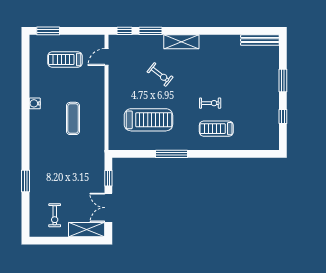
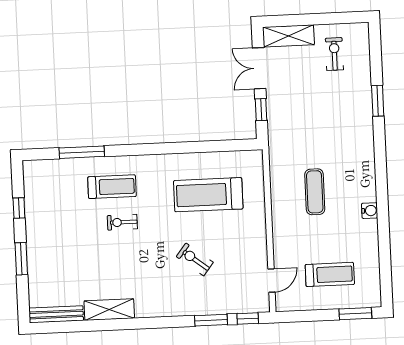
shelving: (181, 42) -> (109, 310), moved
window: (171, 154) -> (82, 152), moved
double door: (108, 208) -> (259, 68), swing flipped

